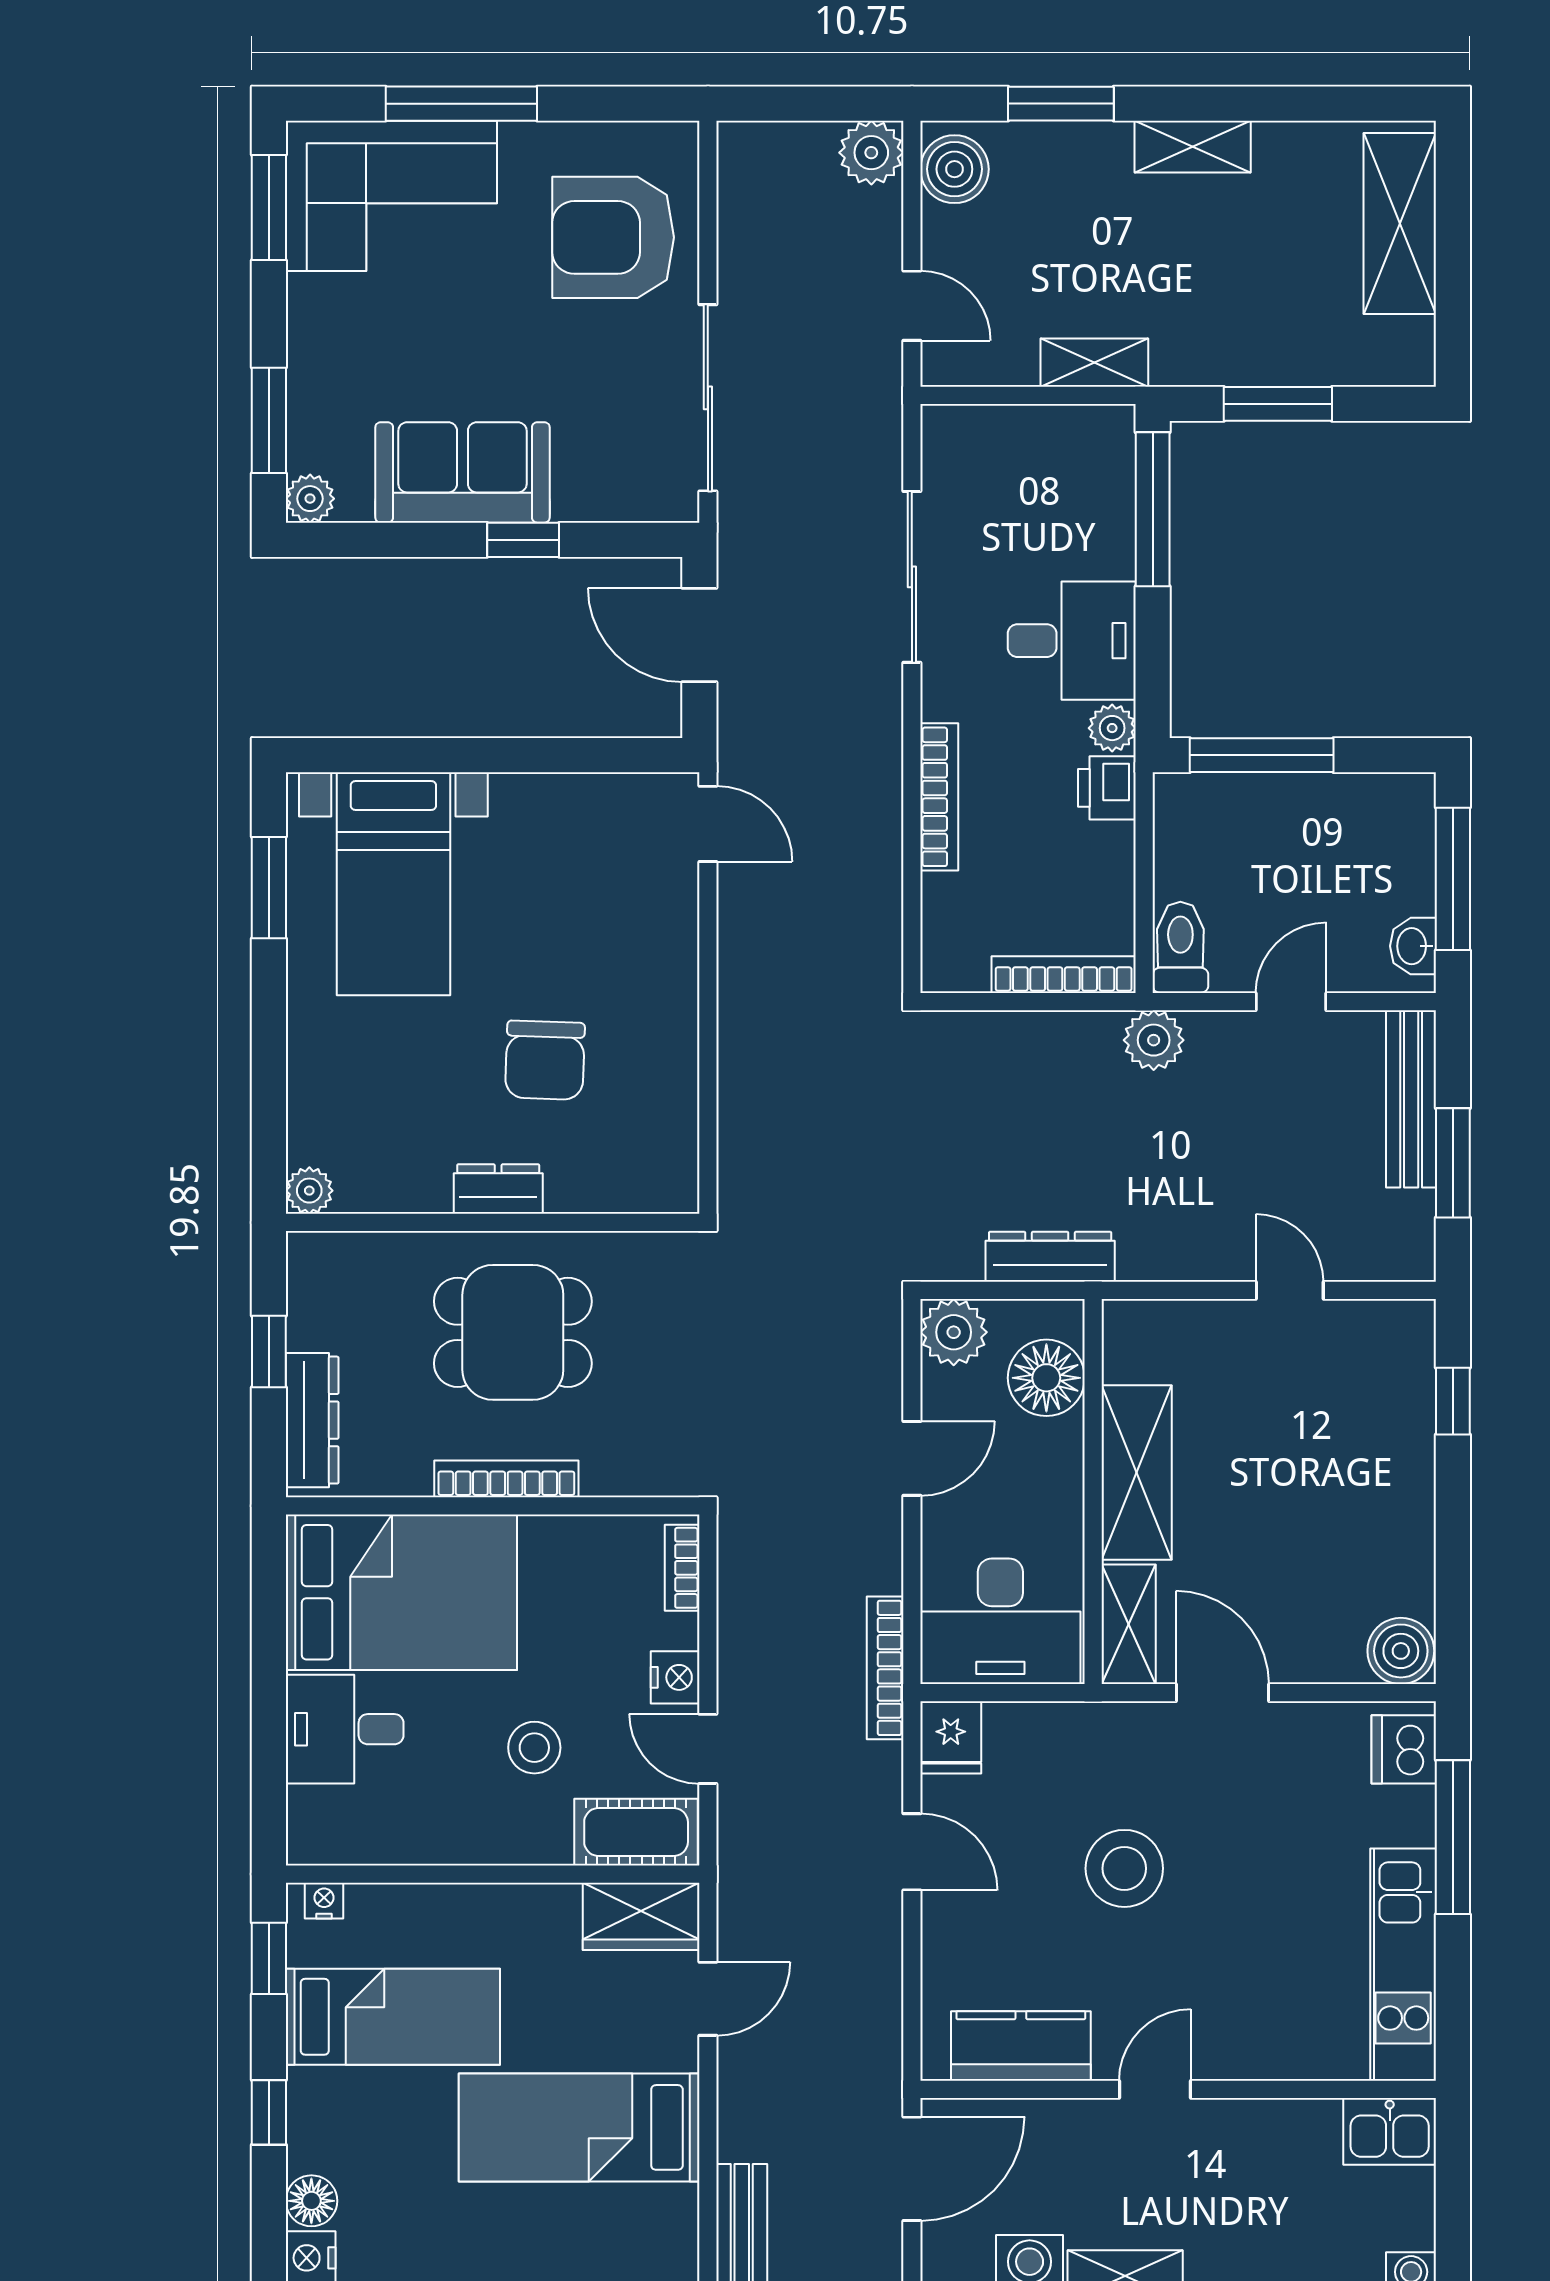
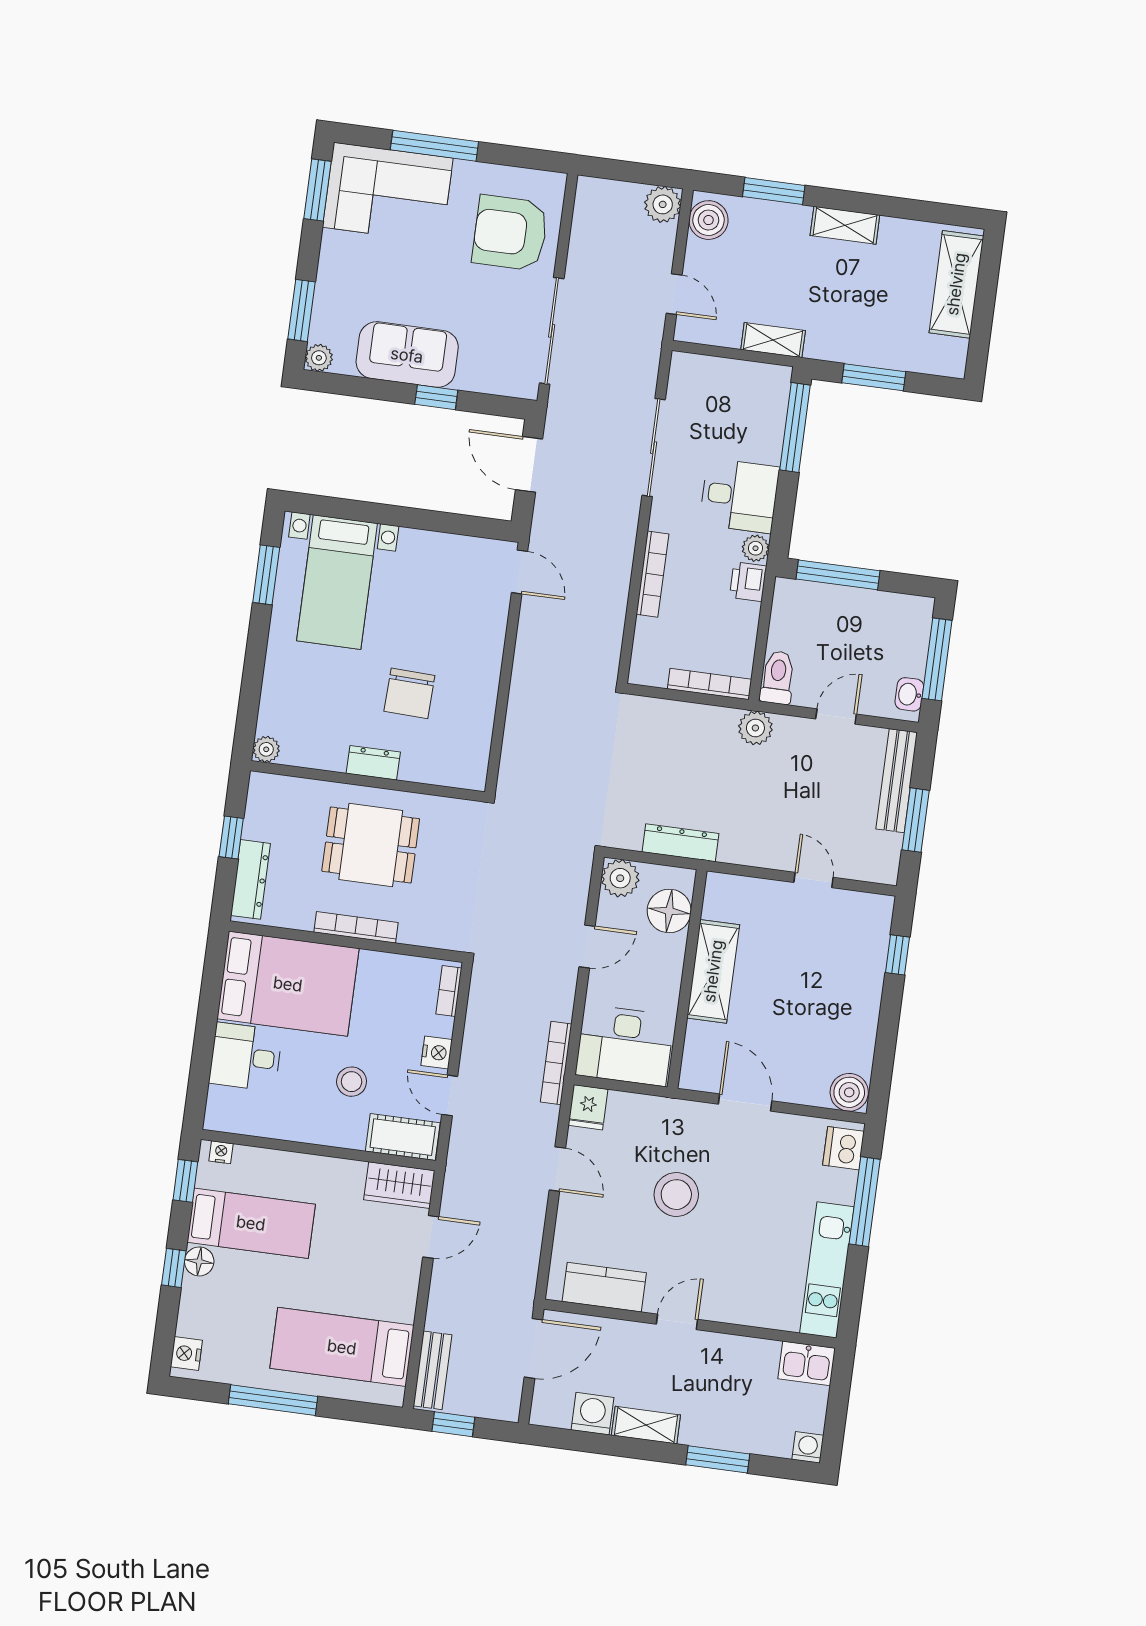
shelving: (1129, 1624) -> (697, 1057), removed
bed: (579, 2127) -> (342, 1347), moved
floor lamp: (311, 2201) -> (199, 1261), moved

